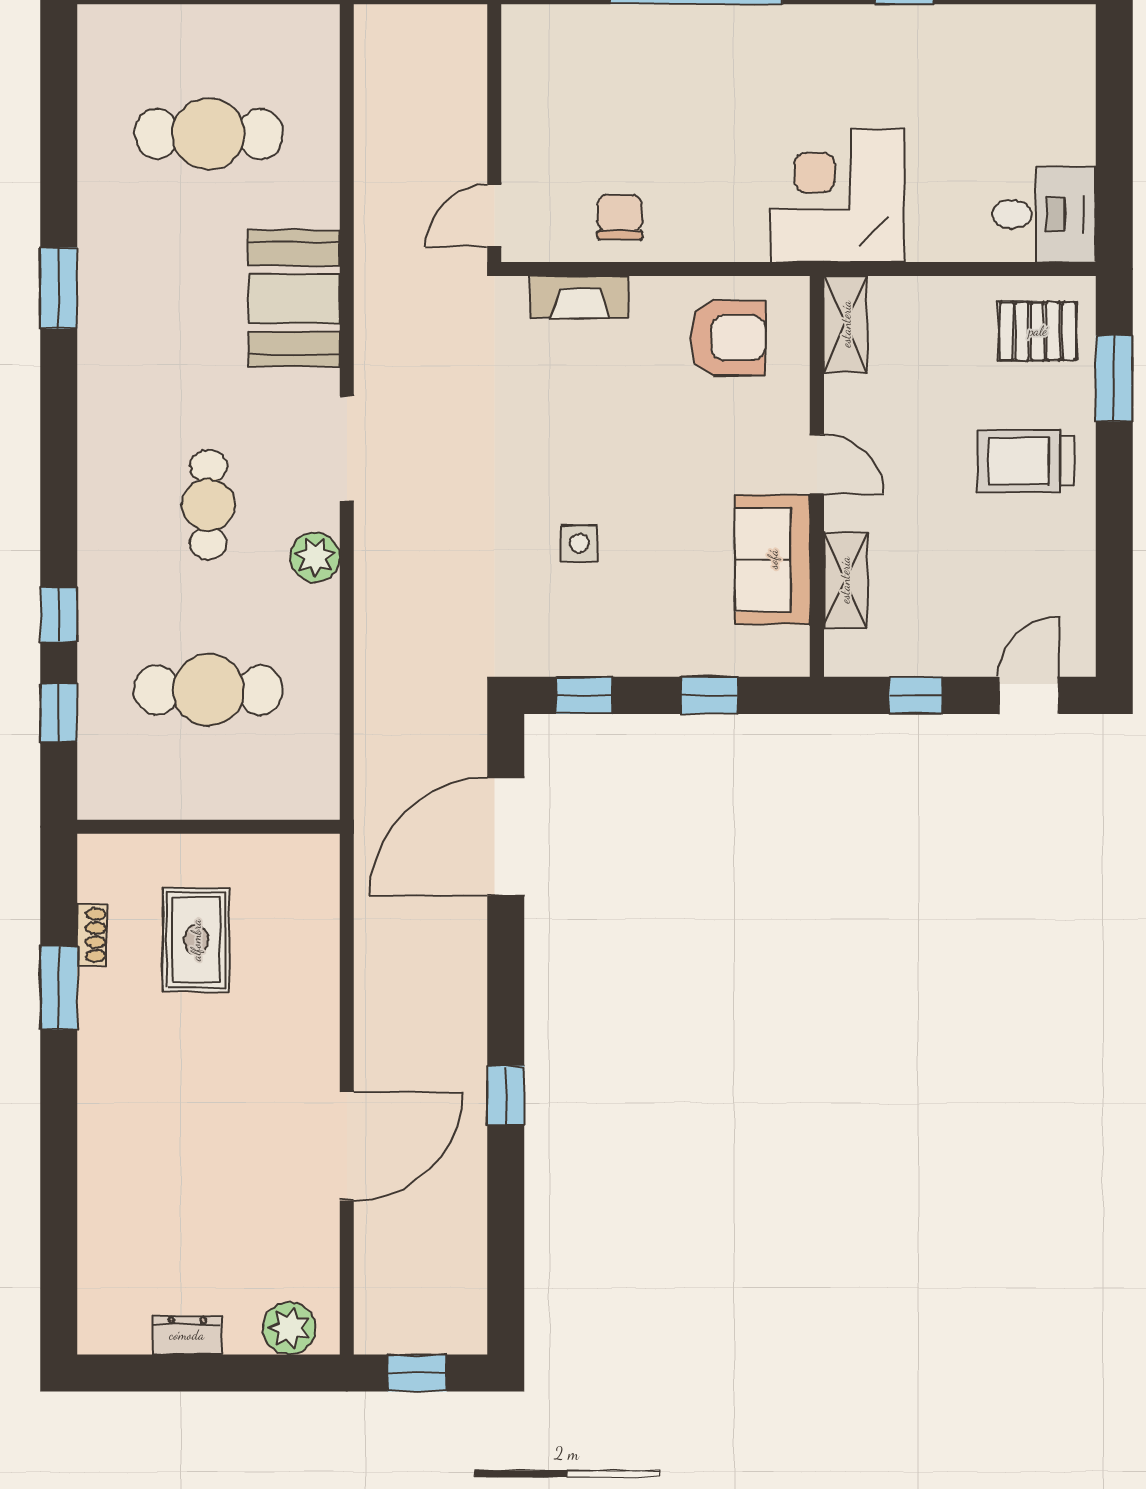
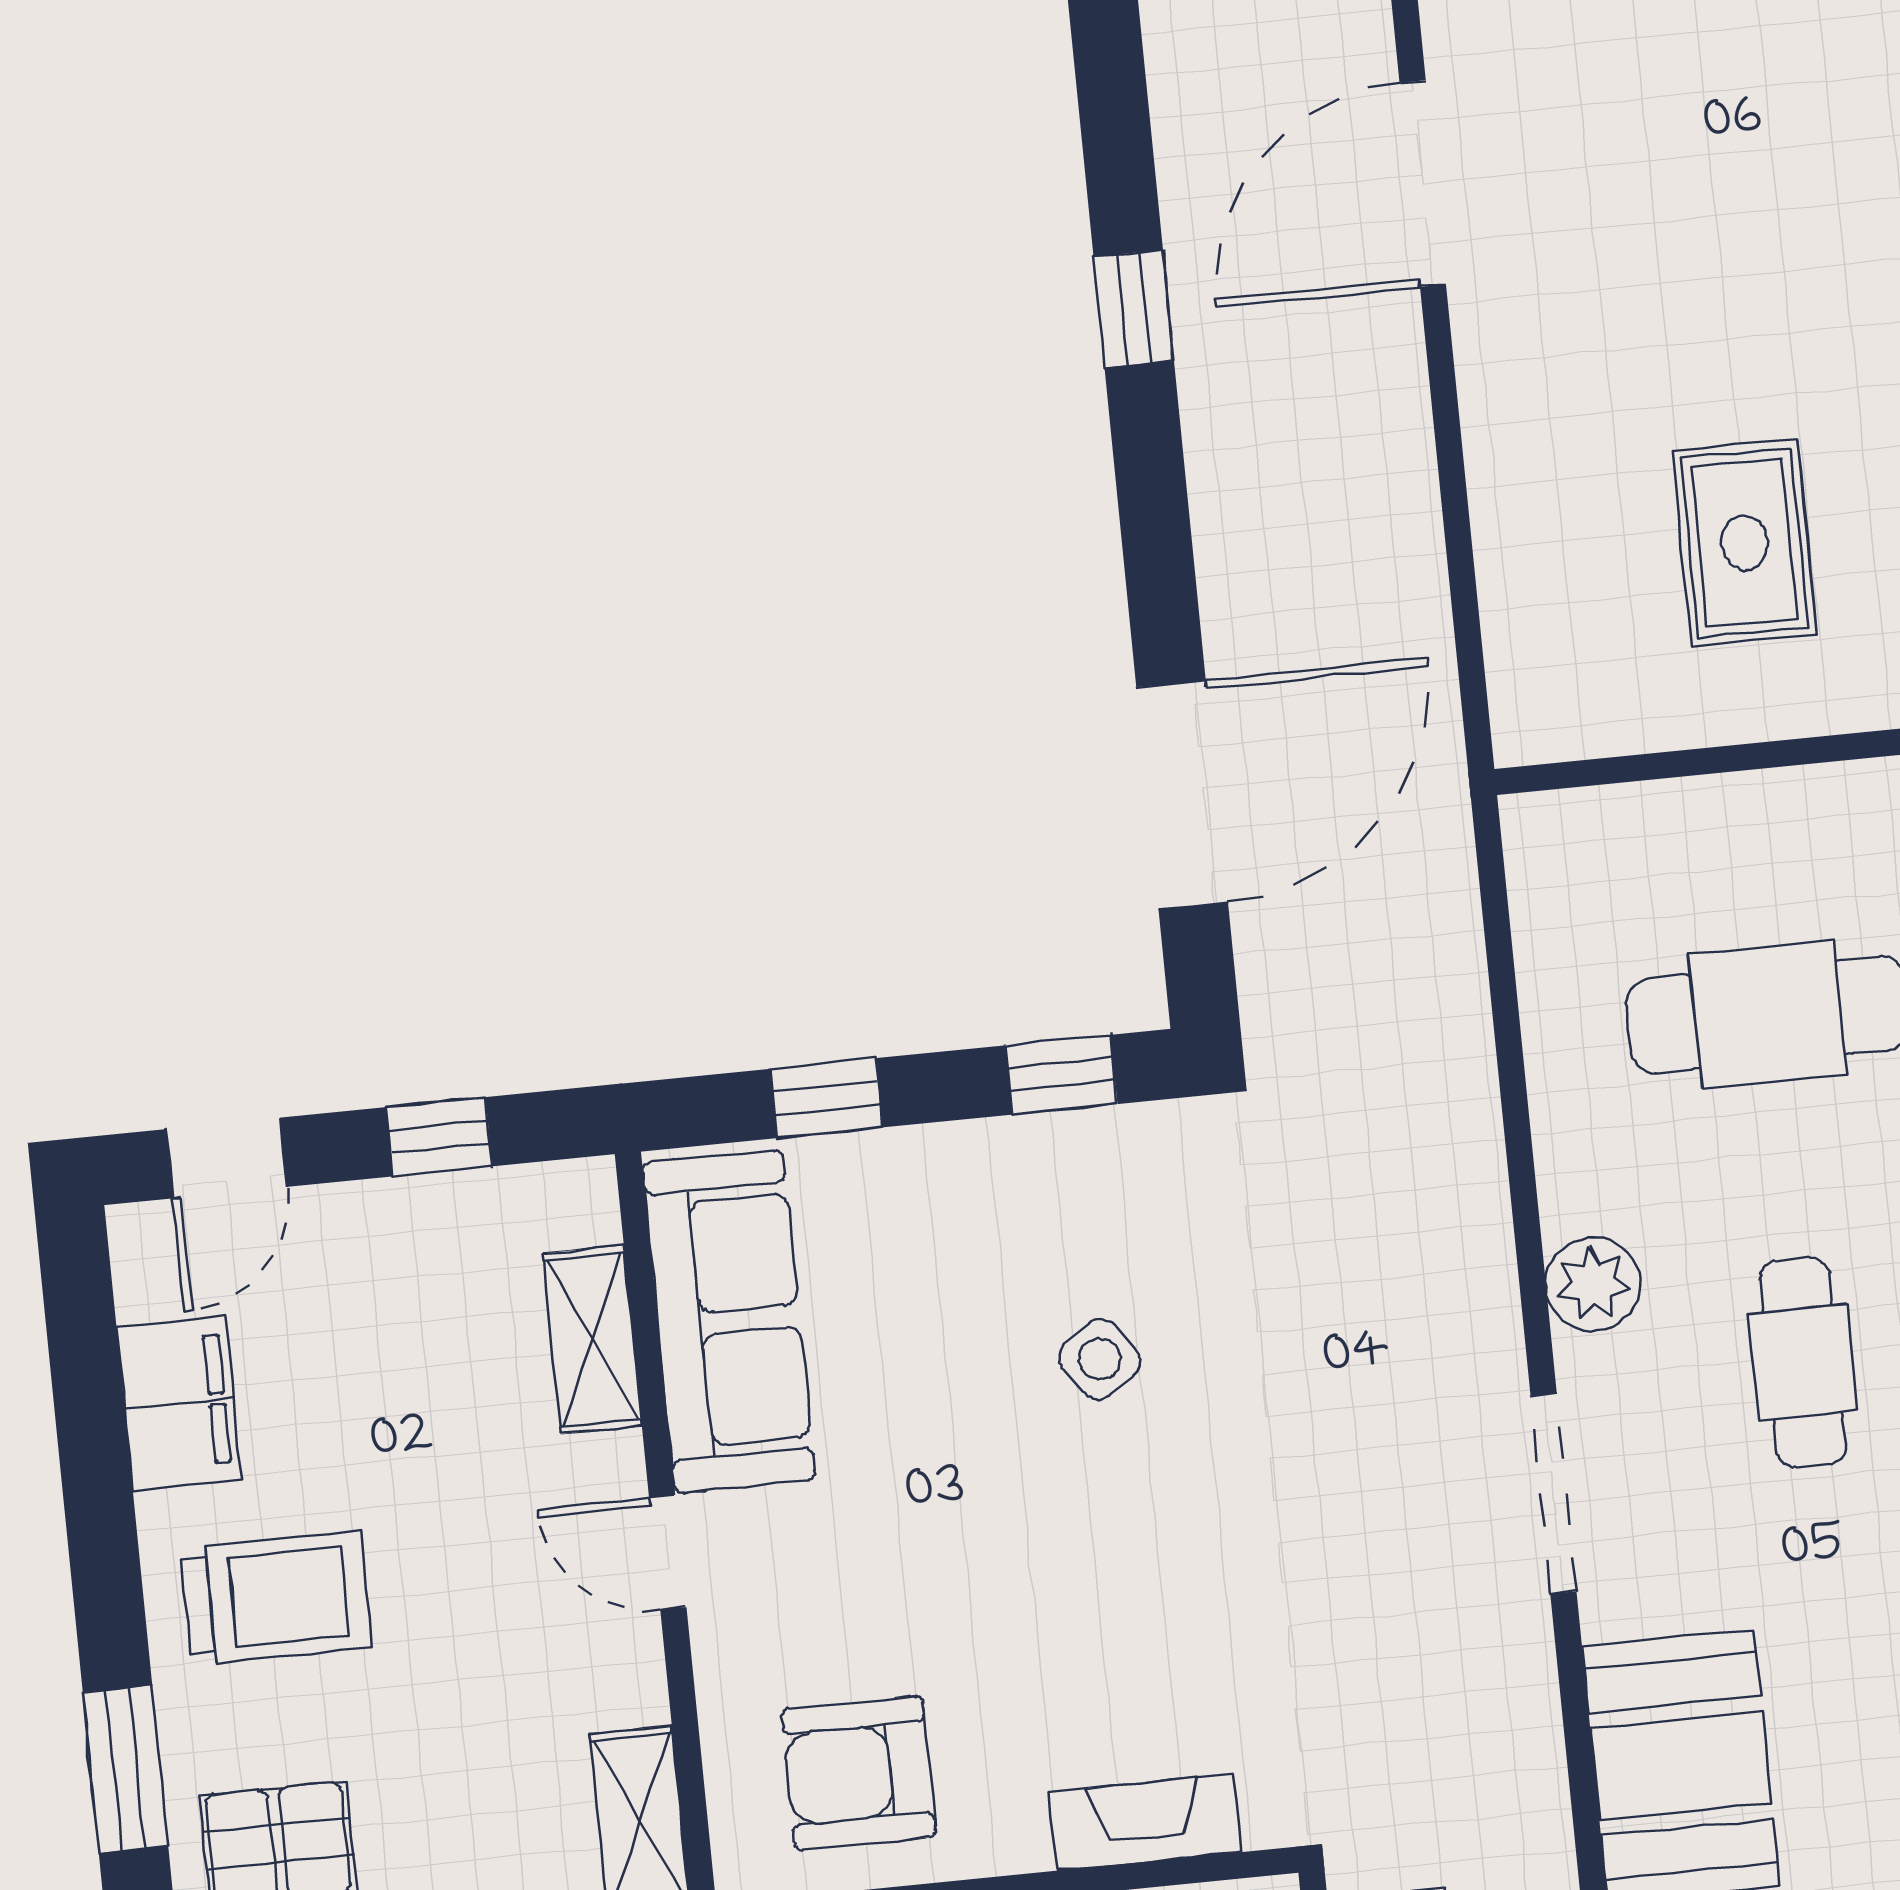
side table: (579, 543) -> (1100, 1359), turned -34
sofa: (773, 559) -> (729, 1321), width x1.36
filing cabinet: (1067, 569) -> (179, 1403), added

